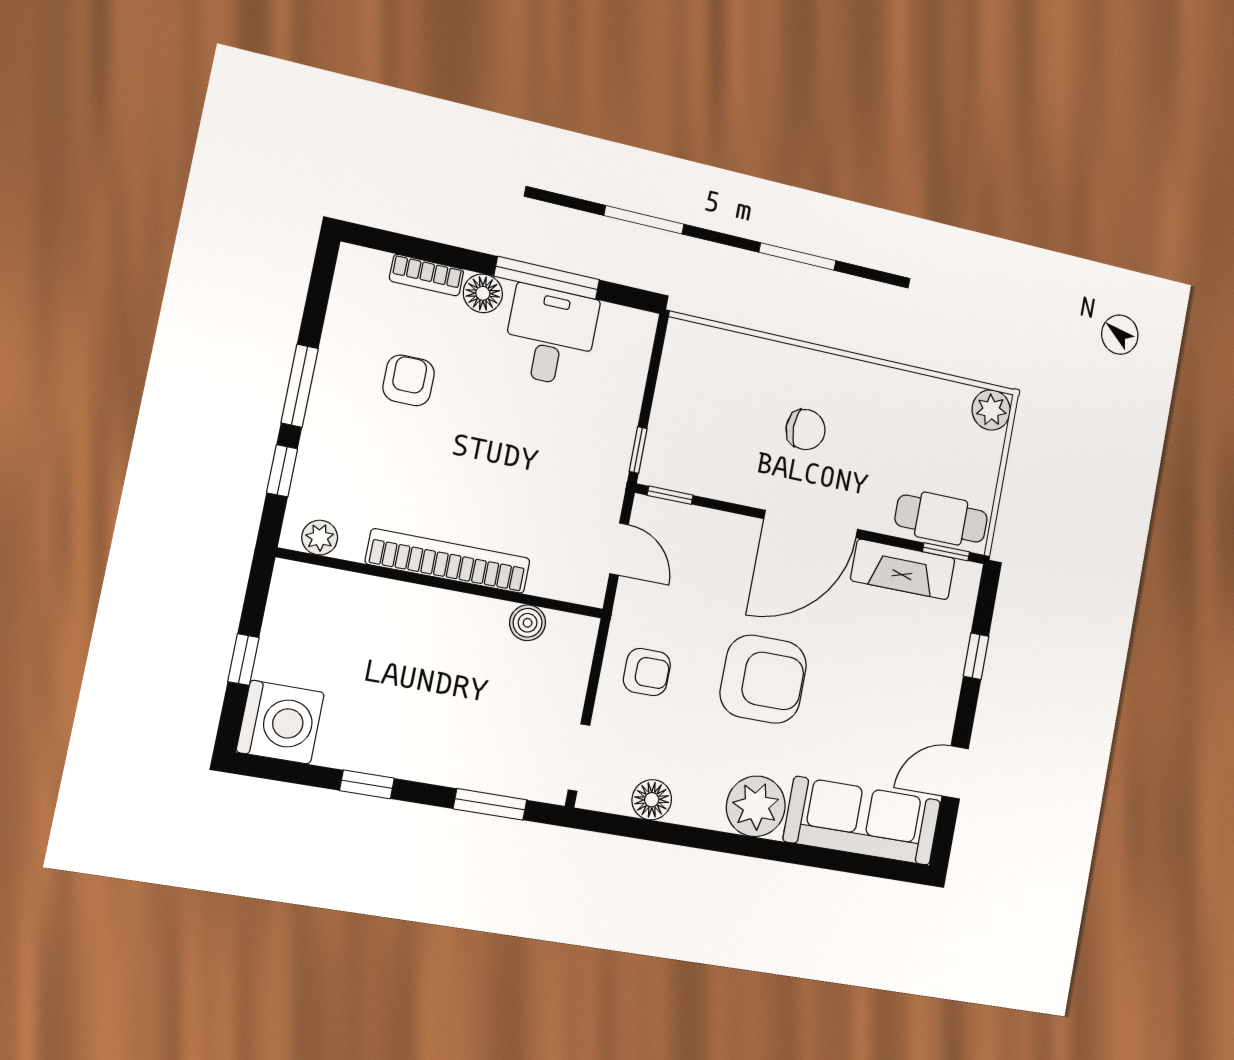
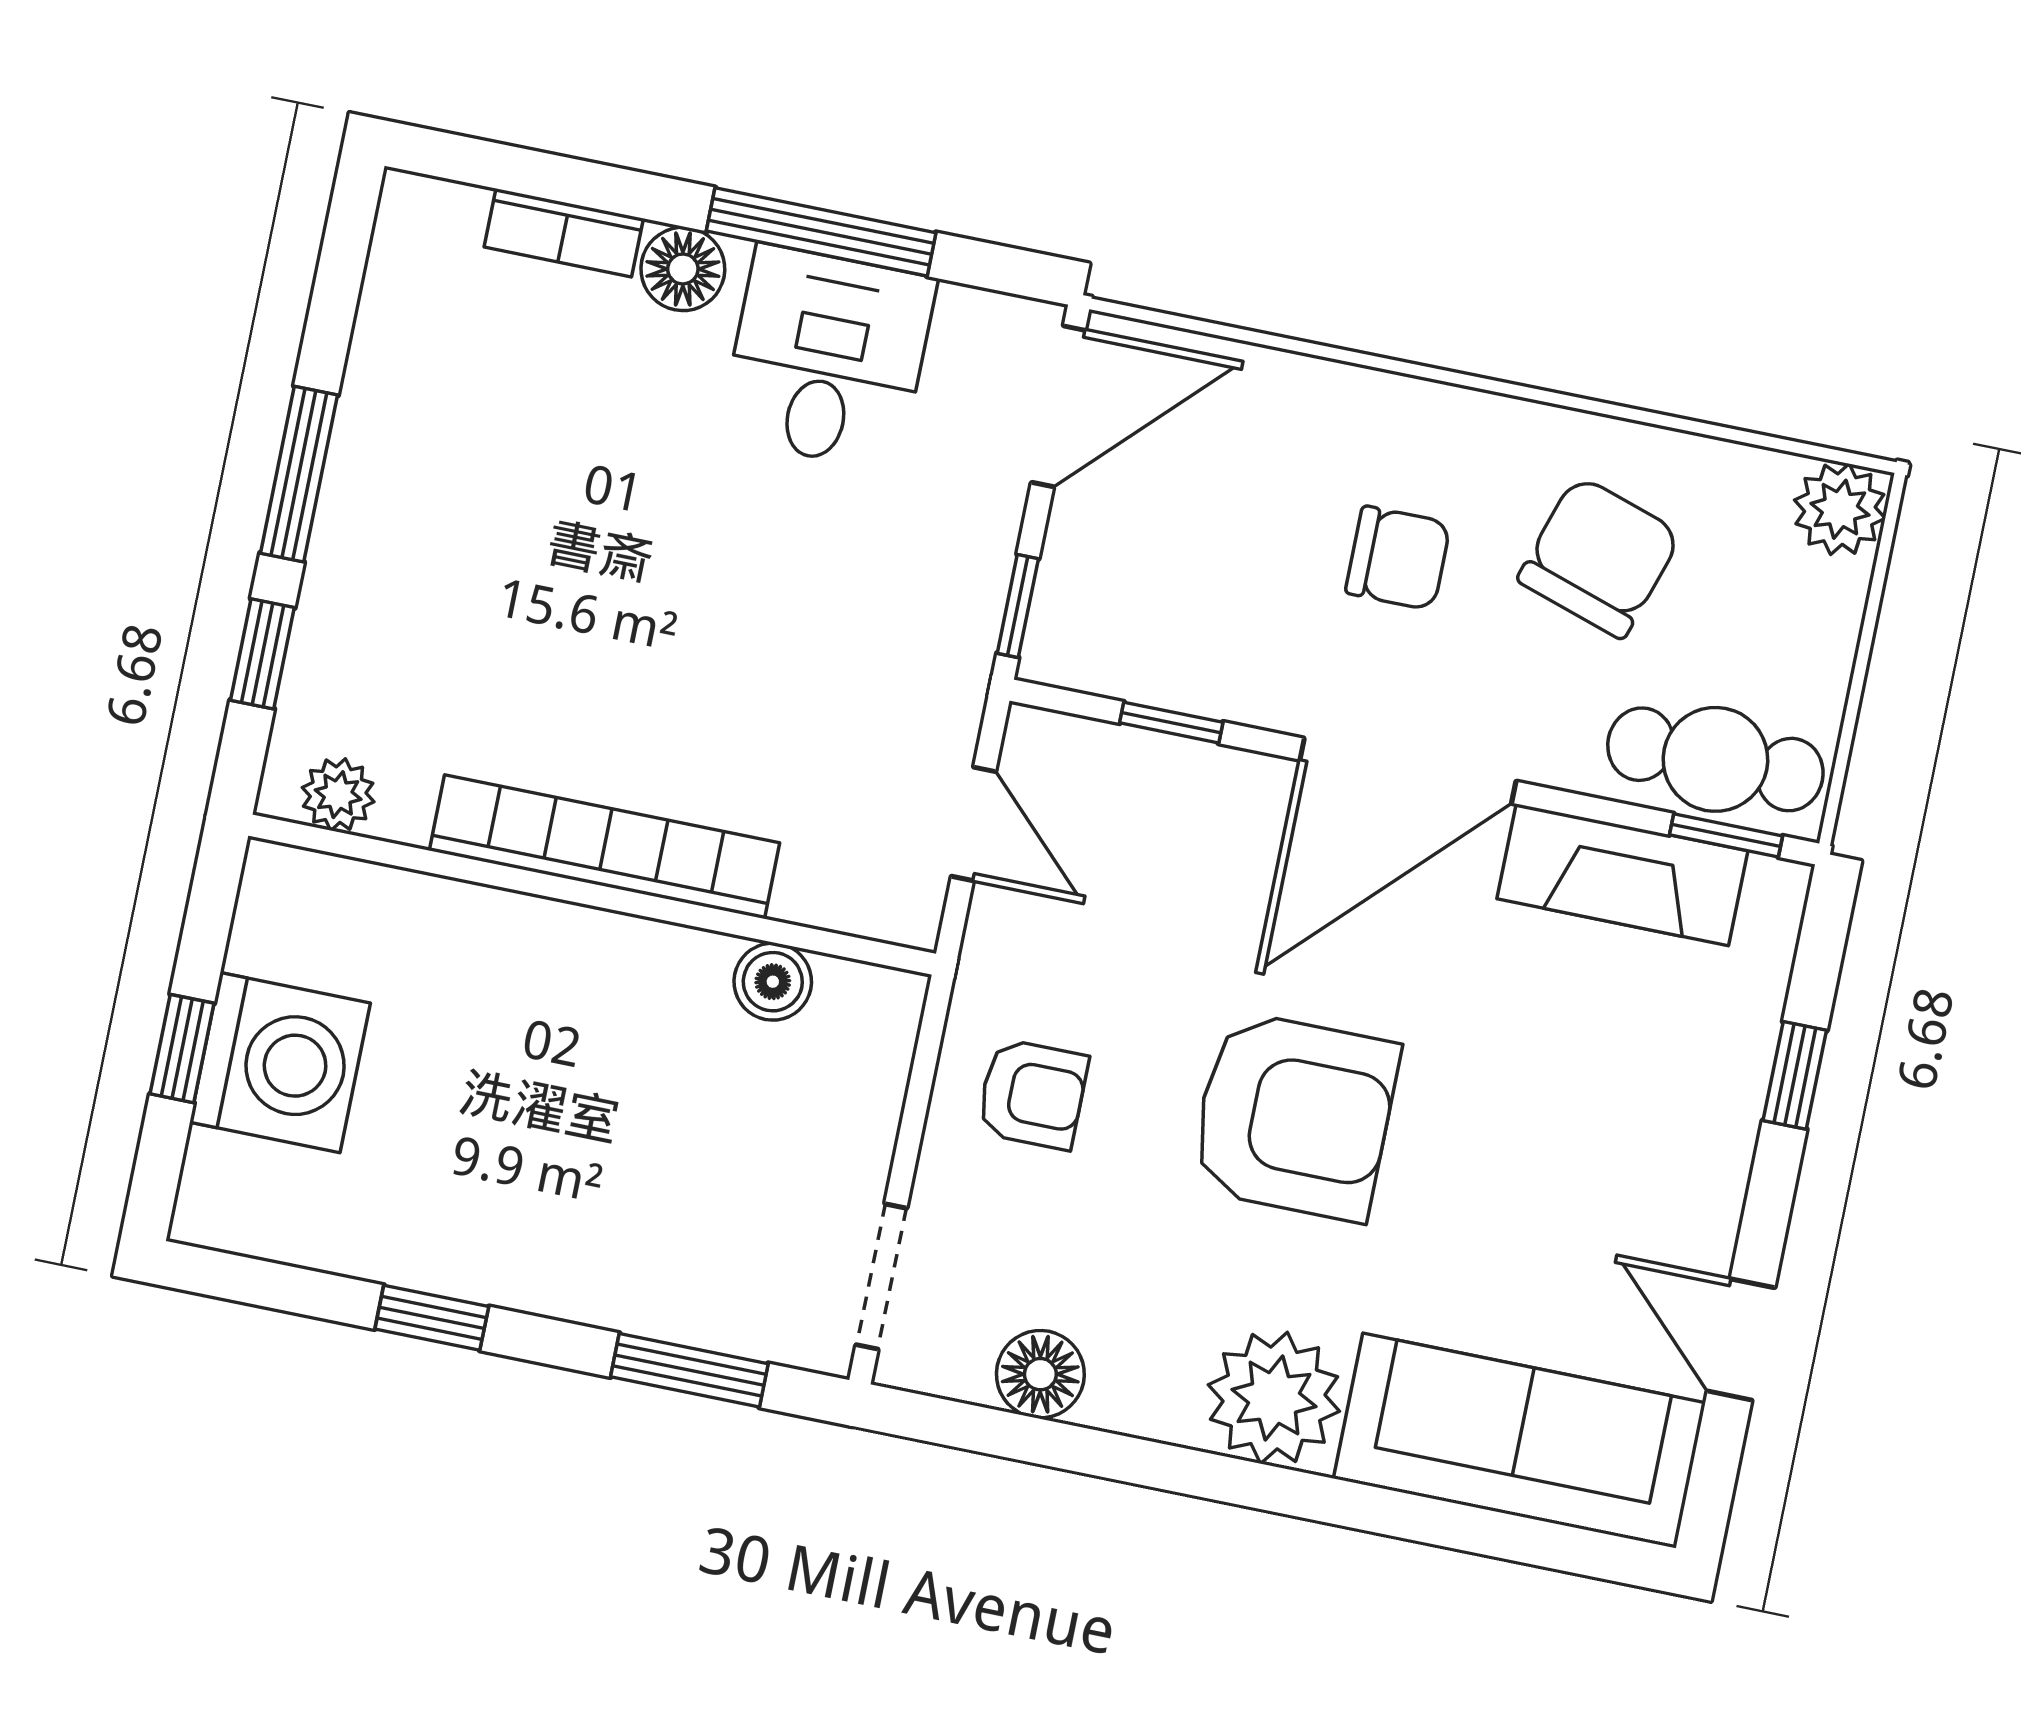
door: (655, 360) -> (1058, 406), added
armchair: (409, 380) -> (524, 460), removed
chair: (891, 430) -> (1600, 557), added
window: (670, 495) -> (1171, 723), moved
washing machine: (280, 722) -> (280, 1063), moved
door: (955, 772) -> (1741, 1339), hinge flipped

